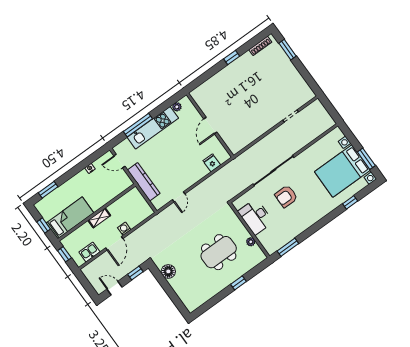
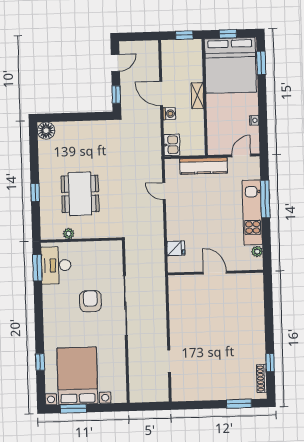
window: (232, 58) -> (270, 363), moved
desk: (256, 217) -> (56, 265), moved, turned -90
bed: (70, 218) -> (230, 65), width x2.04
kitchen sink: (89, 252) -> (172, 145), moved
floor lamp: (168, 271) -> (46, 131), moved

